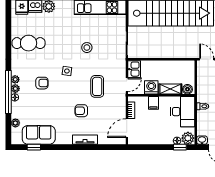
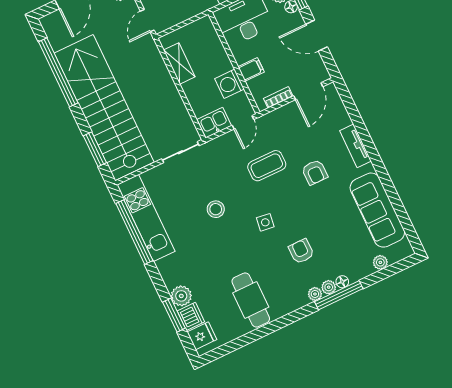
door: (127, 85) -> (243, 122), swing flipped
shelving: (170, 89) -> (179, 63), moved
boiler: (187, 89) -> (206, 28), removed
window: (8, 92) -> (339, 295), width x0.68
door: (127, 128) -> (308, 91), hinge flipped
sofa: (39, 135) -> (377, 210), width x1.36
window: (34, 147) -> (403, 217), removed
door: (155, 147) -> (317, 36), added

